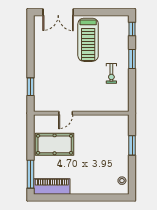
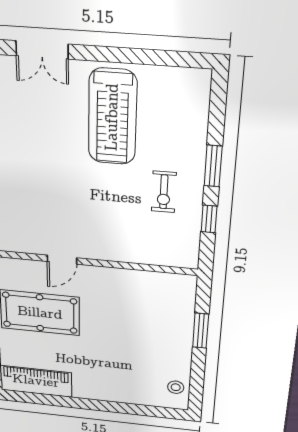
double door: (58, 12) -> (42, 50), width x0.73
window: (132, 29) -> (209, 219), moved

